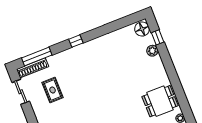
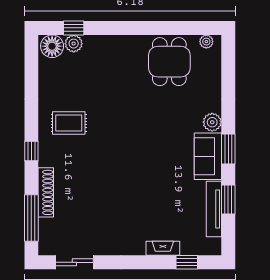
plant: (152, 51) -> (74, 44), moved
shoe rack: (33, 68) -> (46, 192), moved
rug: (53, 90) -> (69, 123), moved

